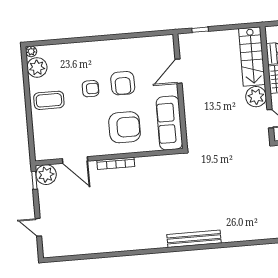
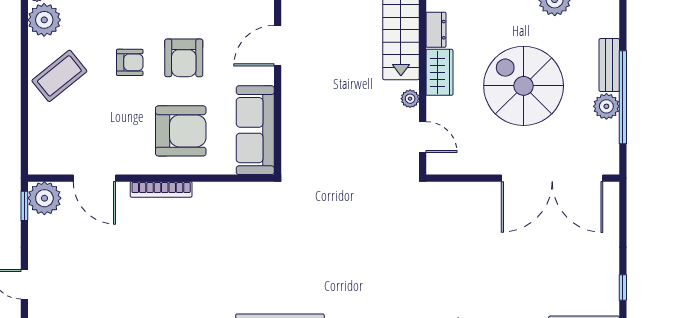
plant: (256, 97) -> (410, 99), width x0.53, depth x0.53
coffee table: (49, 100) -> (59, 76), turned -39

